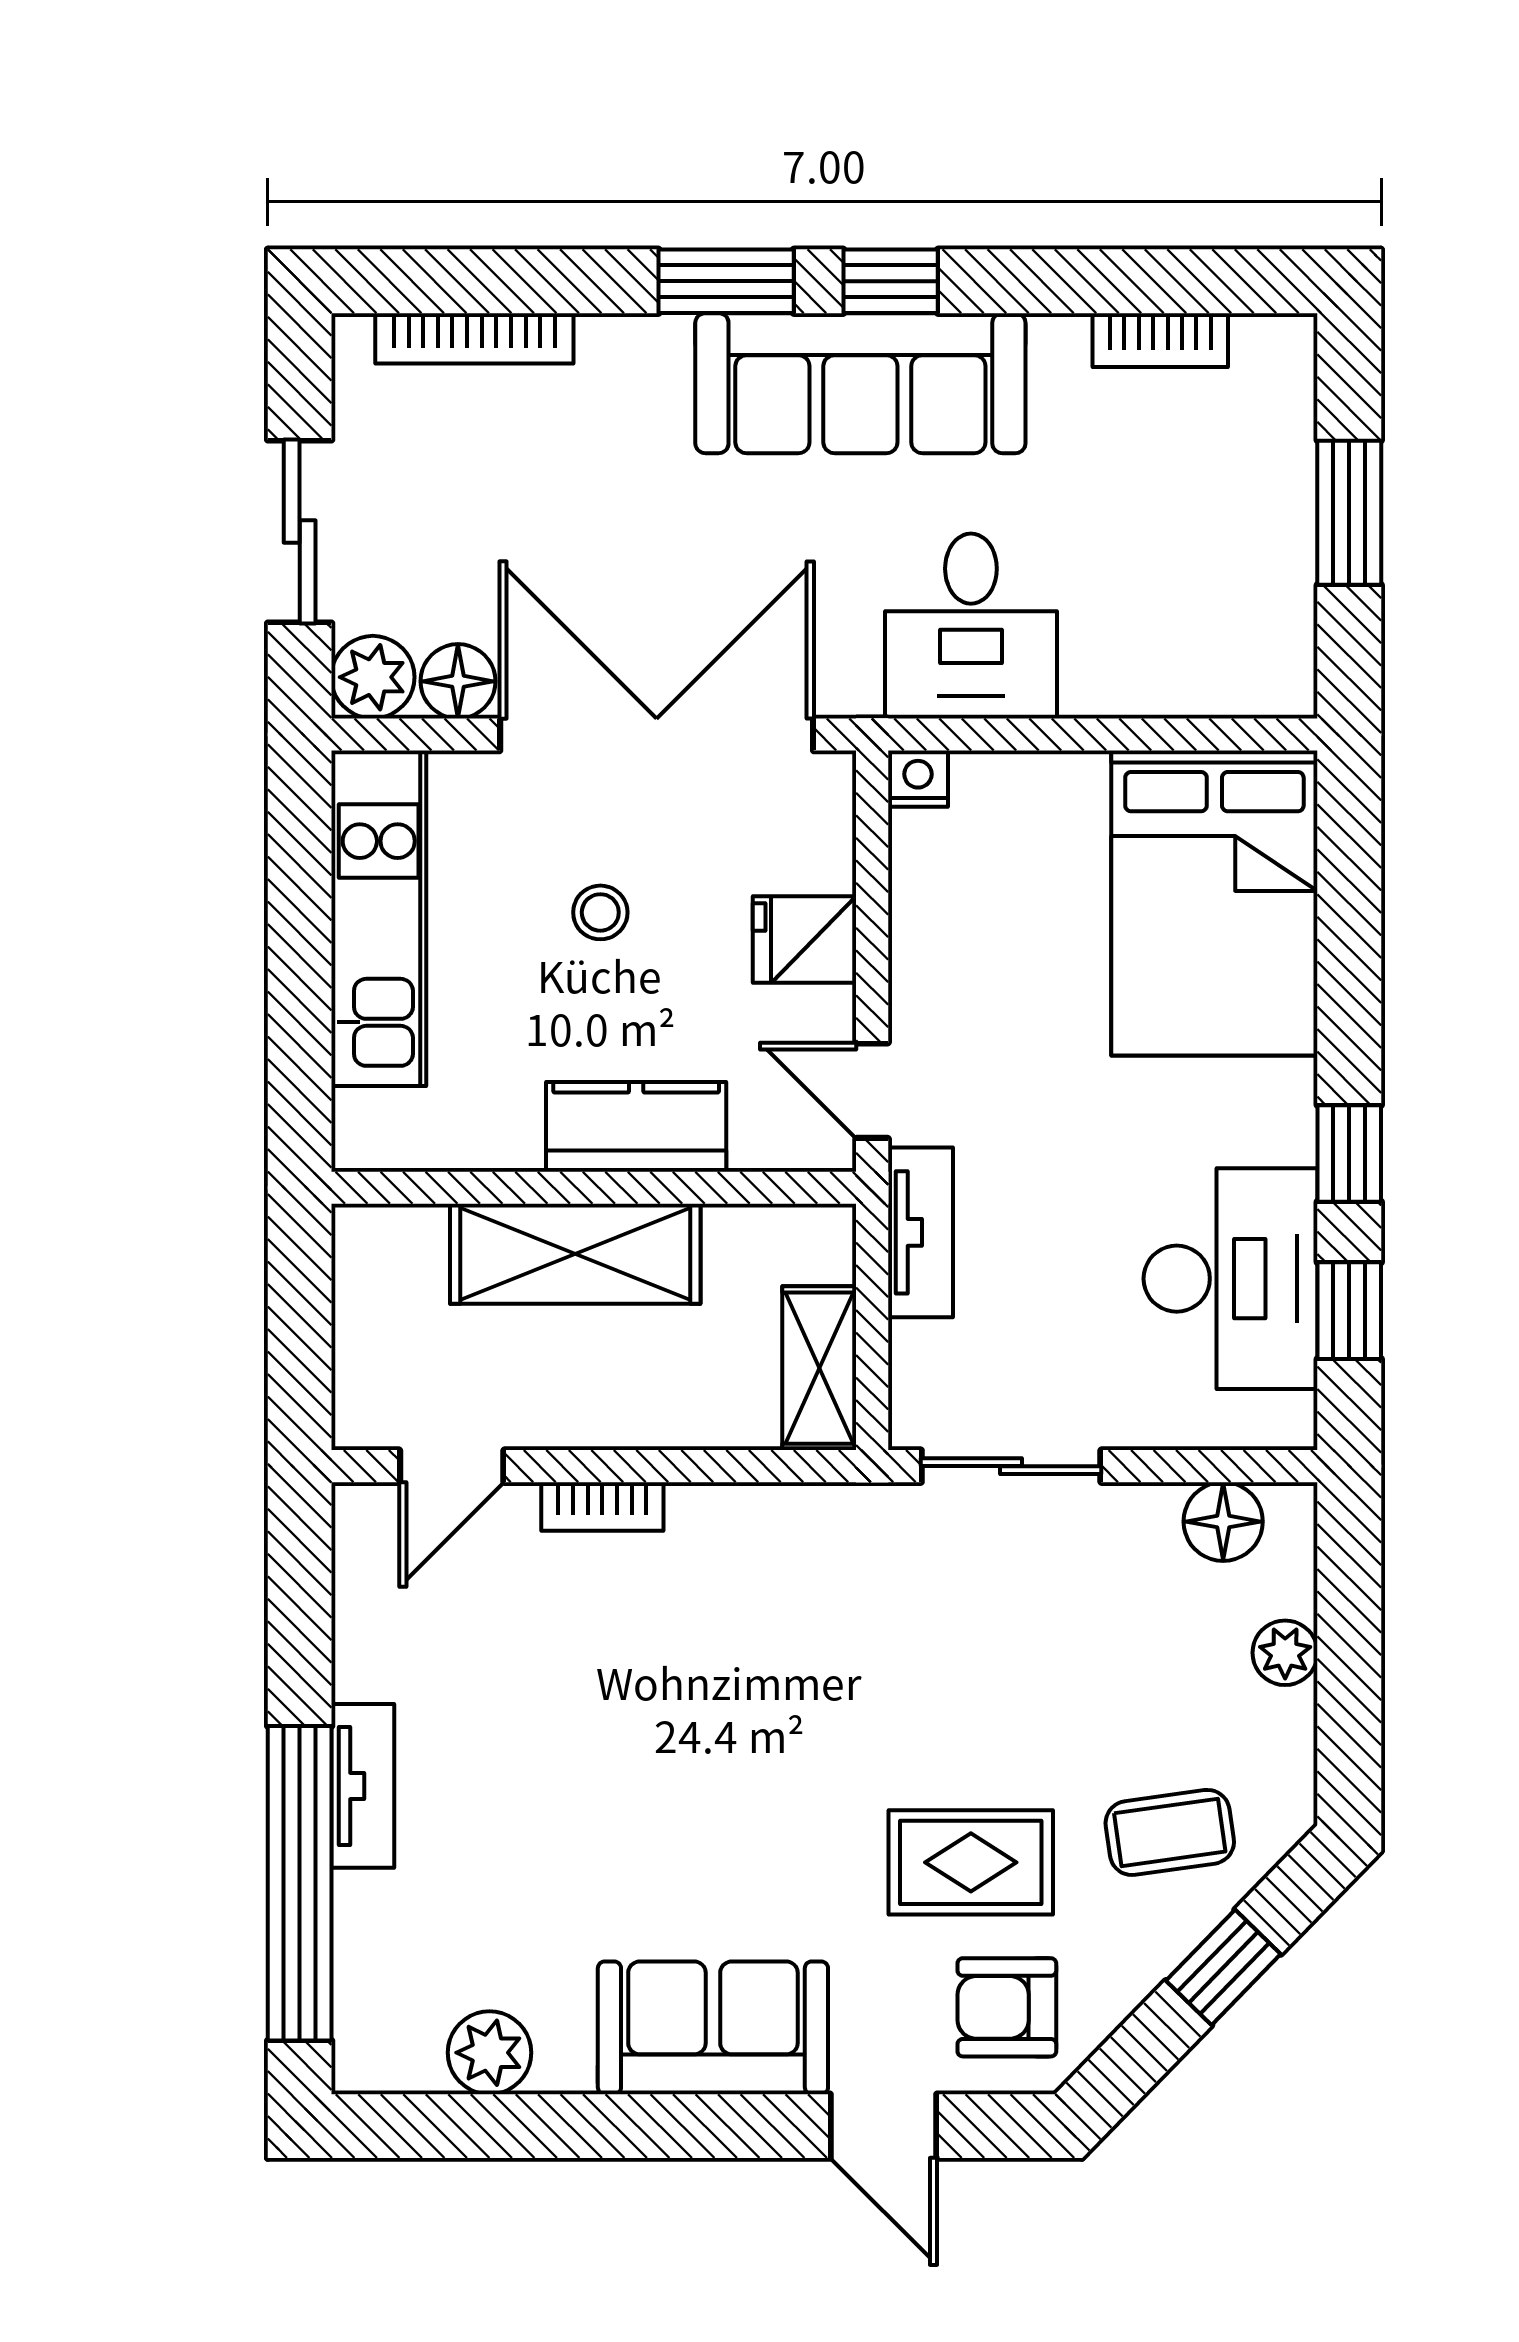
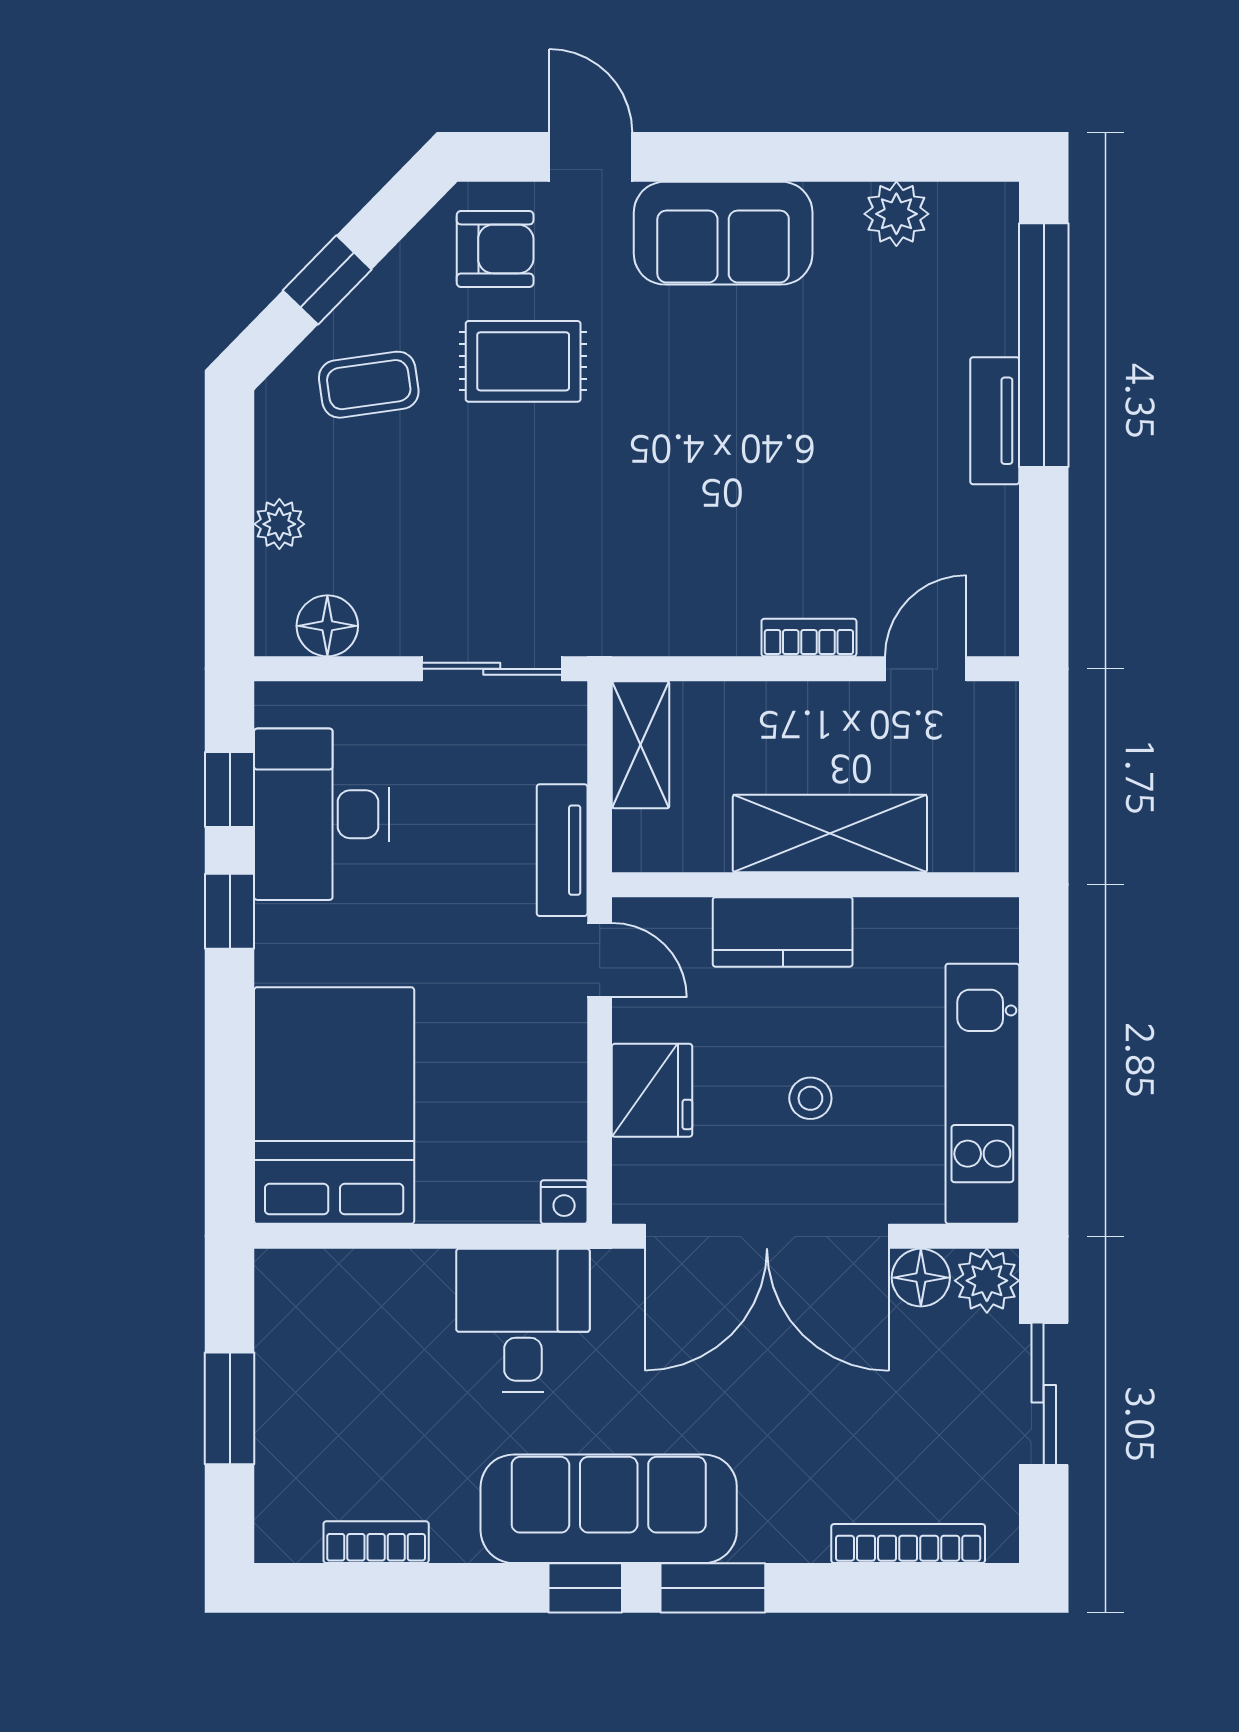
fridge: (805, 939) -> (652, 1090), width x1.38

